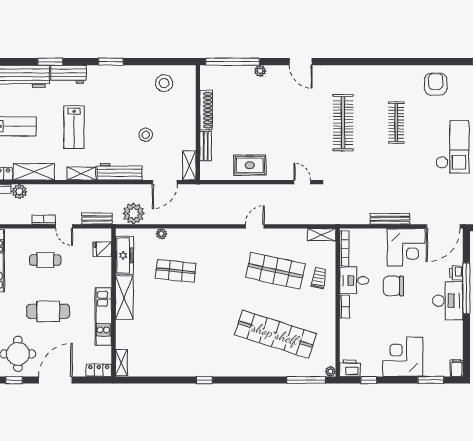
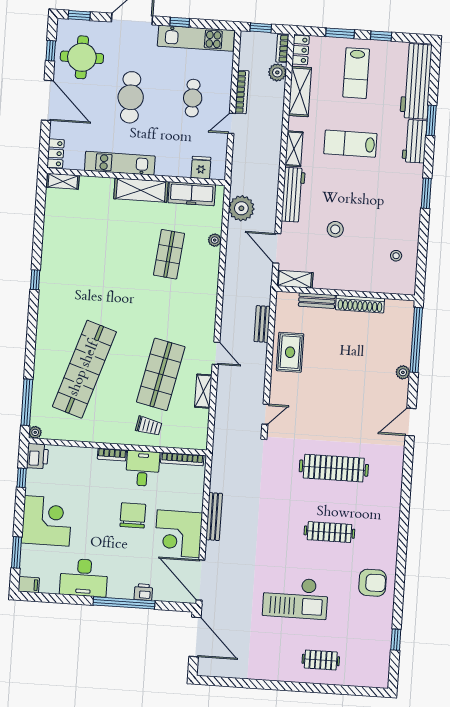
stool: (164, 83) -> (396, 256), width x0.53, depth x0.53
bench: (97, 219) -> (262, 324), moved
bookcase: (44, 220) -> (242, 92), width x1.56
shelving: (322, 235) -> (203, 391), moved
desk: (448, 301) -> (84, 578), moved

